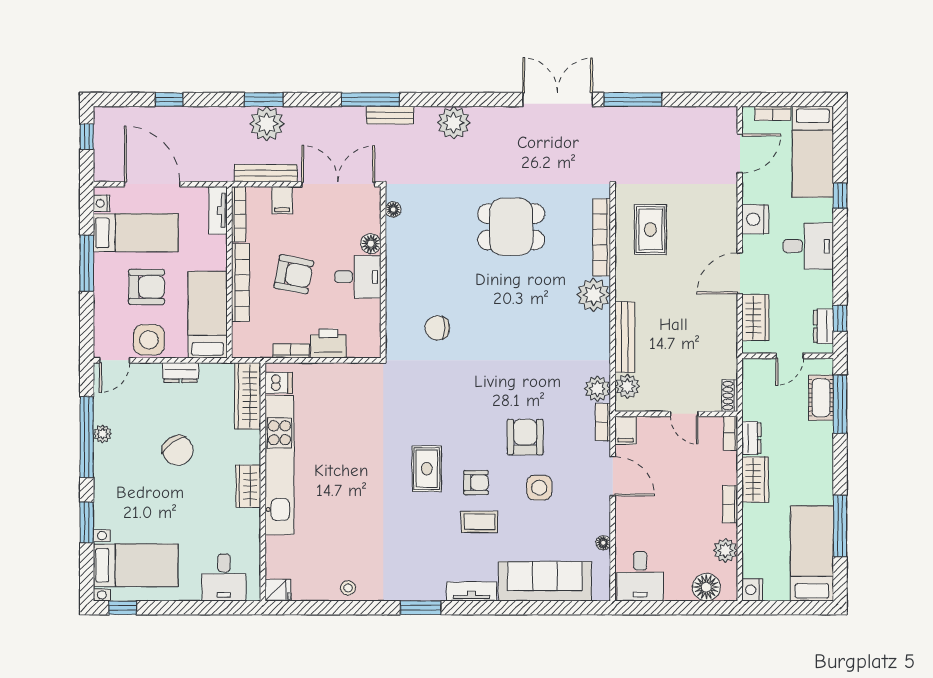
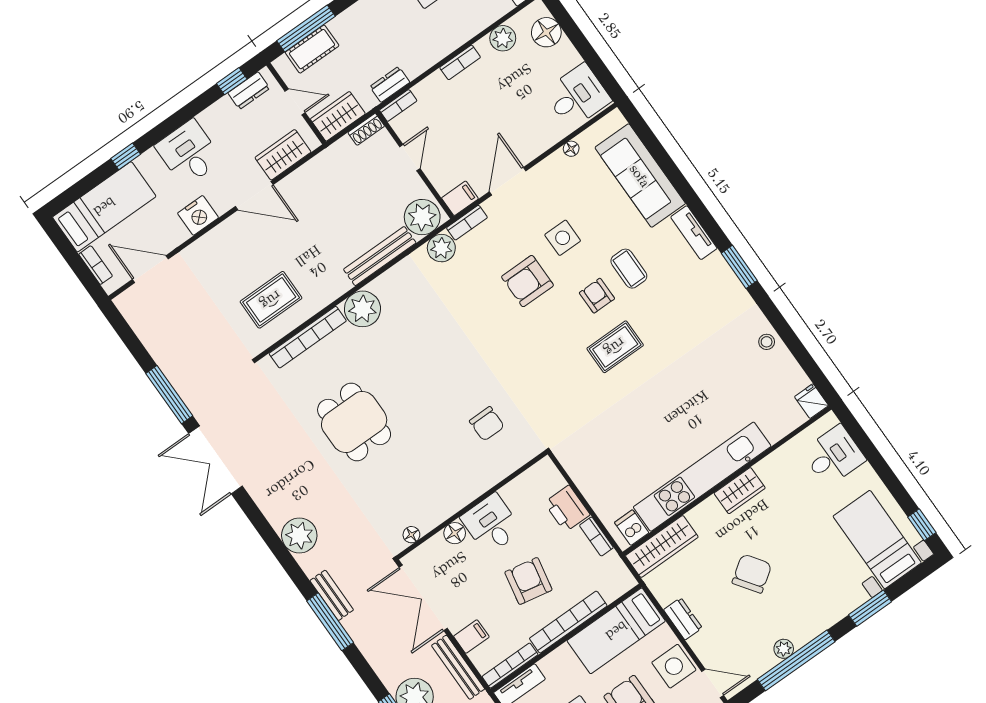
plant: (627, 386) -> (422, 217), width x1.36, depth x1.36
wardrobe: (755, 479) -> (338, 116), moved

